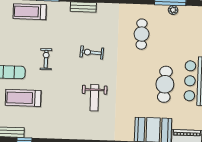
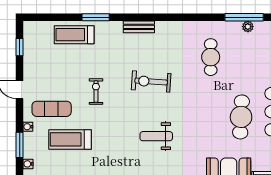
exercise bike: (92, 52) -> (151, 82), width x1.38, depth x1.39
weight bench: (94, 98) -> (156, 136), turned 90

